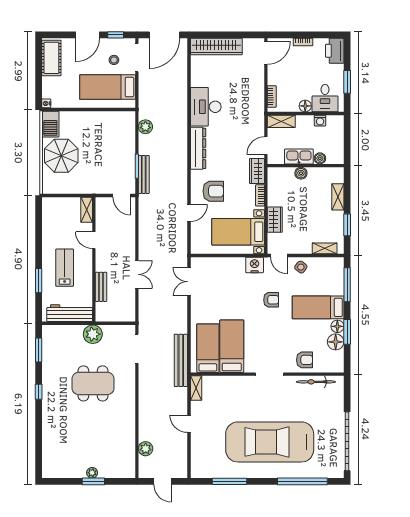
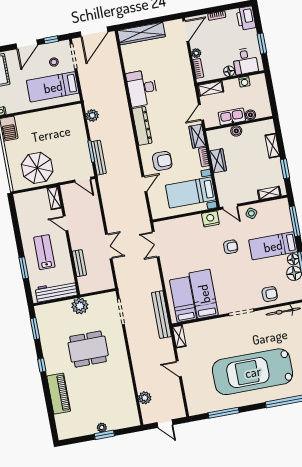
plant: (273, 79) -> (196, 53), added
parasol: (61, 156) -> (37, 168), moved
wardrobe: (275, 220) -> (218, 161), moved
piano: (51, 427) -> (59, 394), added

